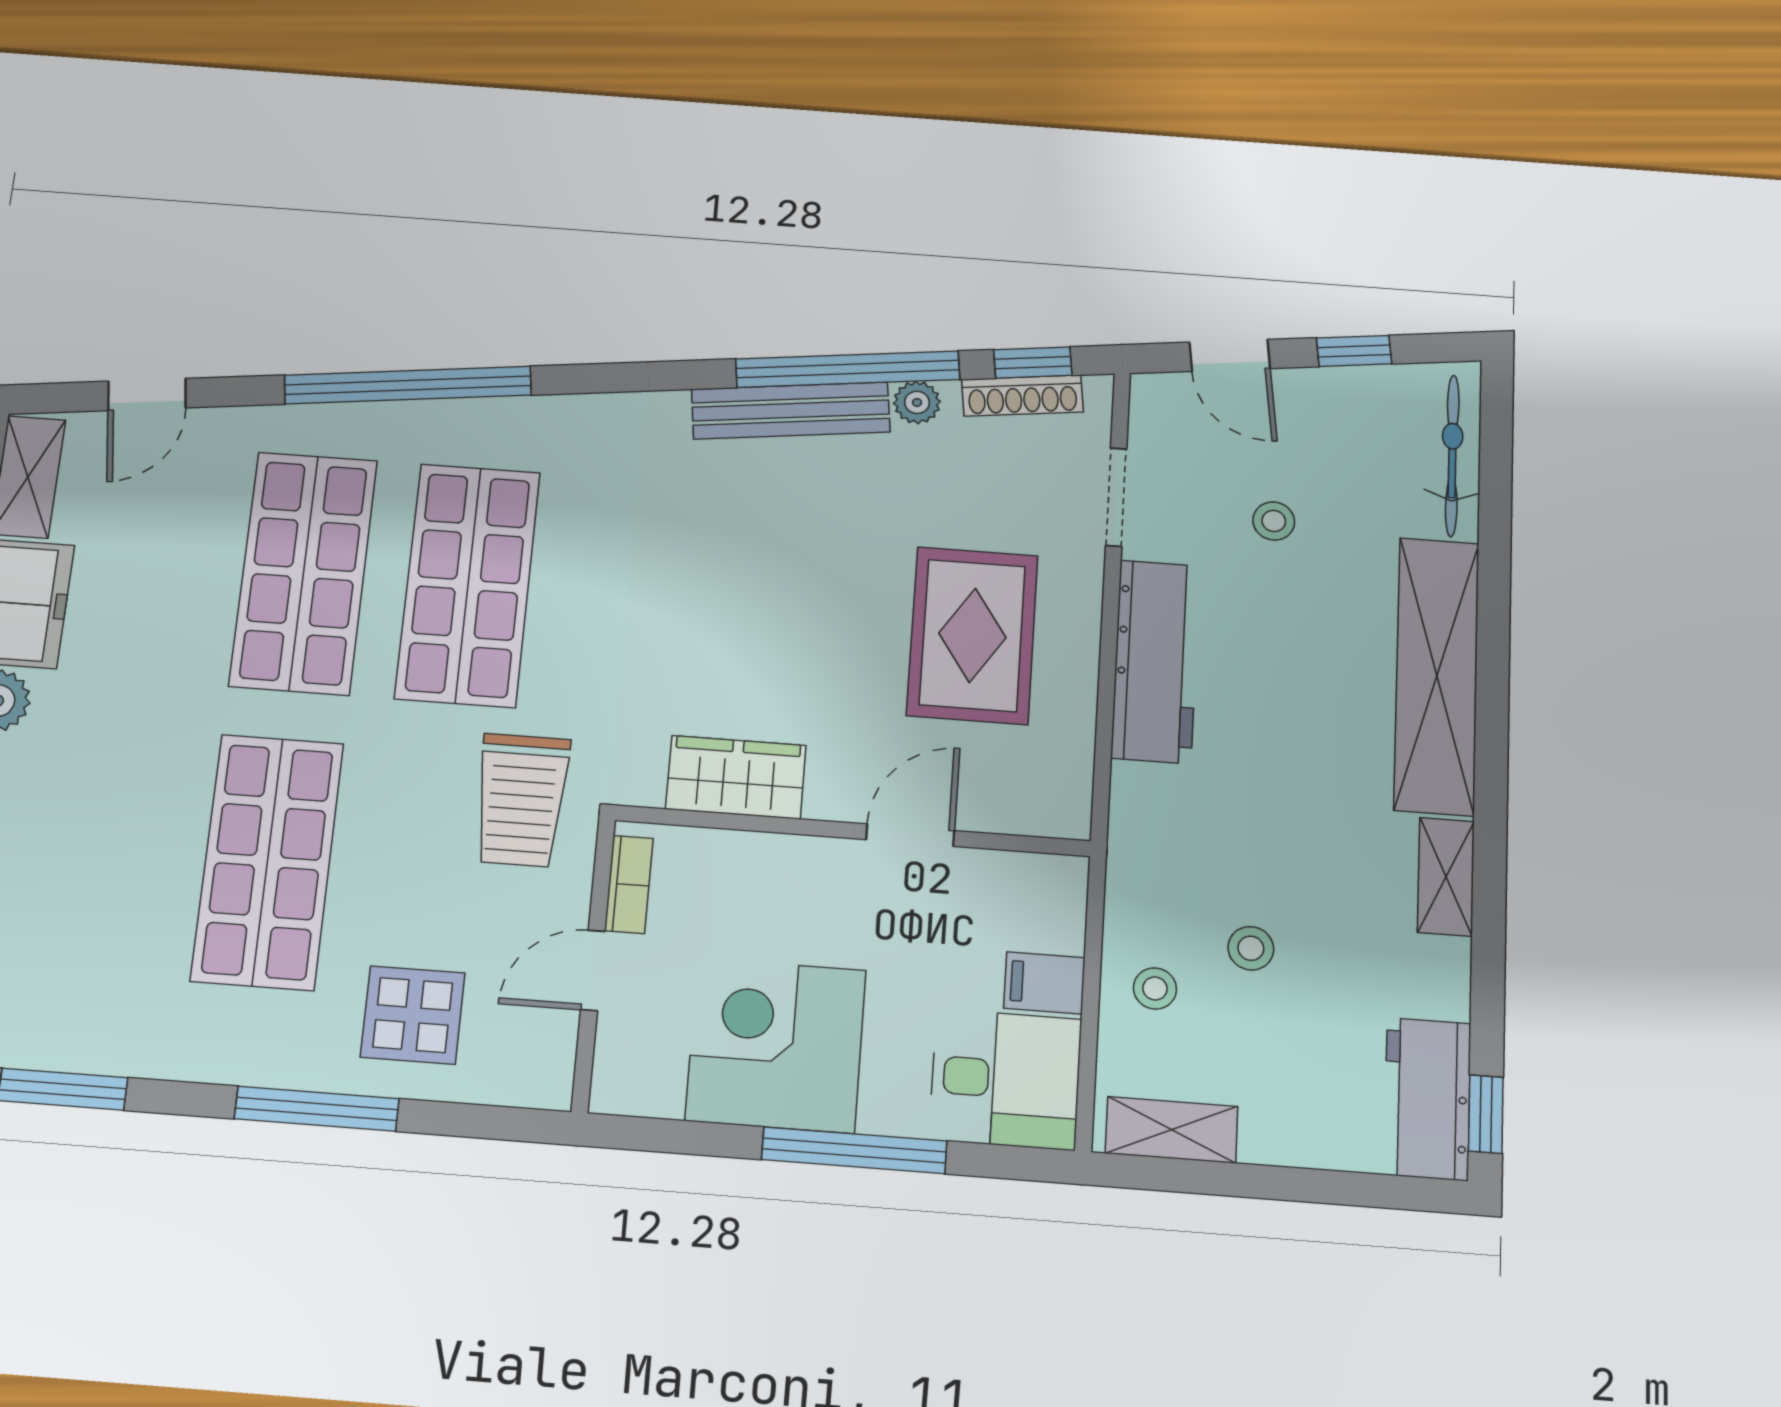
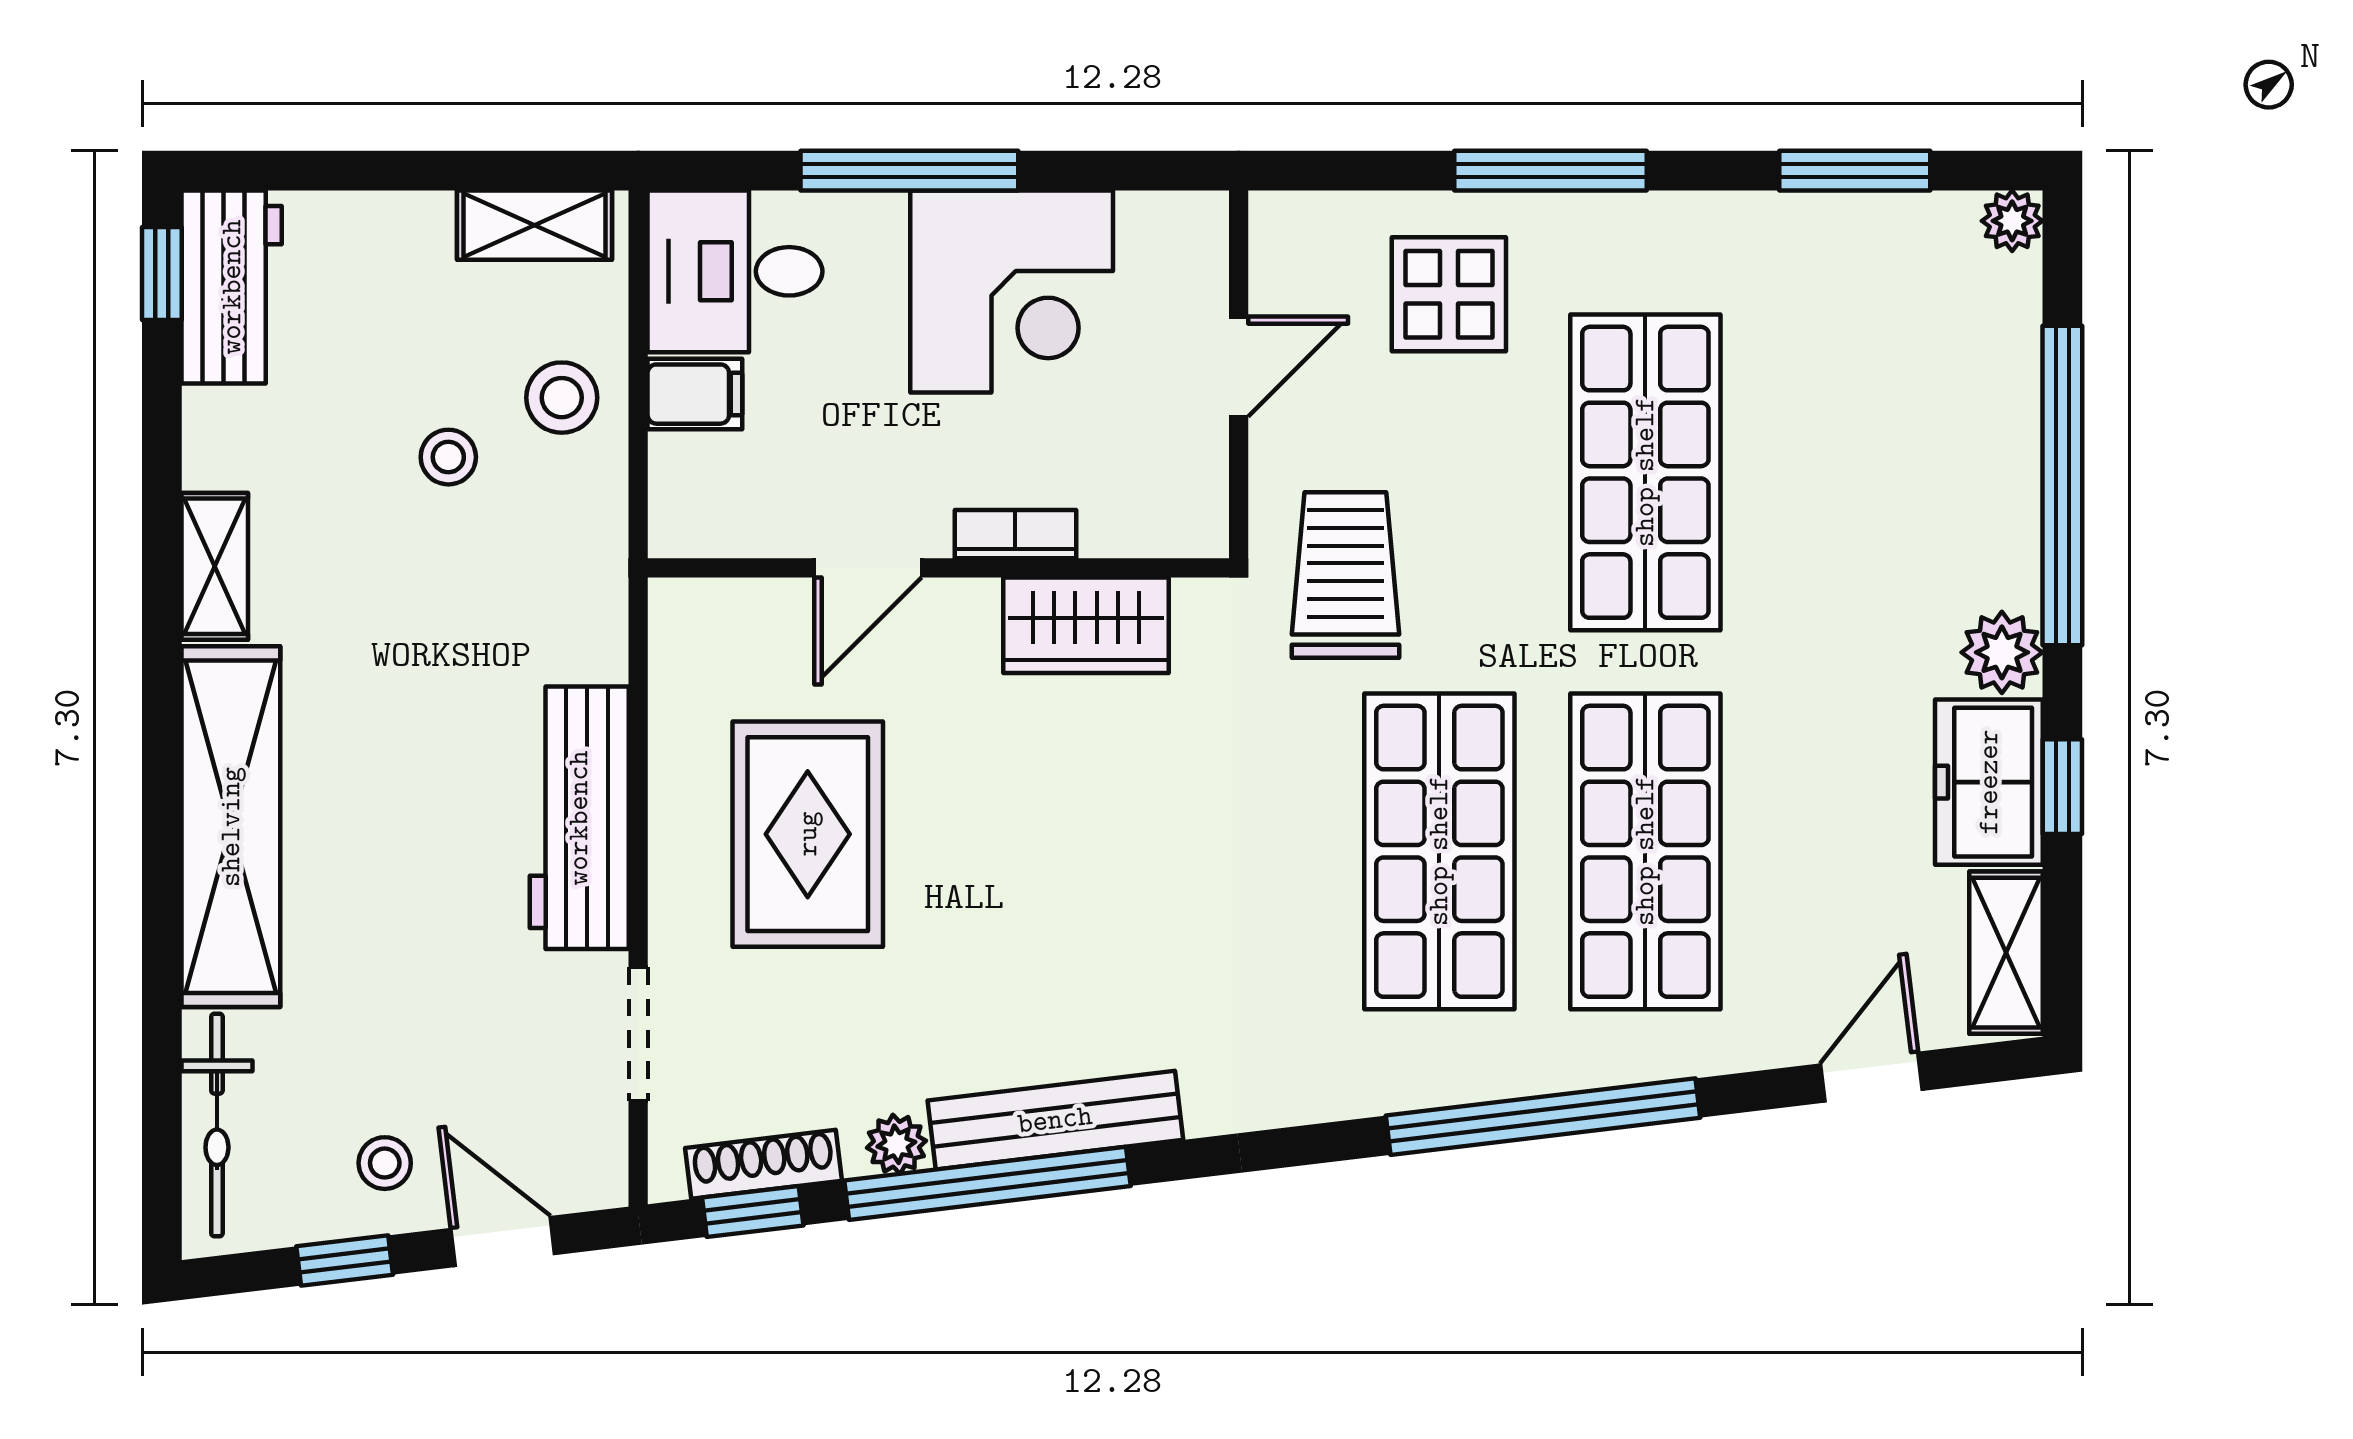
stool: (1274, 521) -> (385, 1163), moved
bookcase: (629, 884) -> (1015, 534), moved, turned 90
stool: (1155, 988) -> (562, 398), width x1.37, depth x1.37

